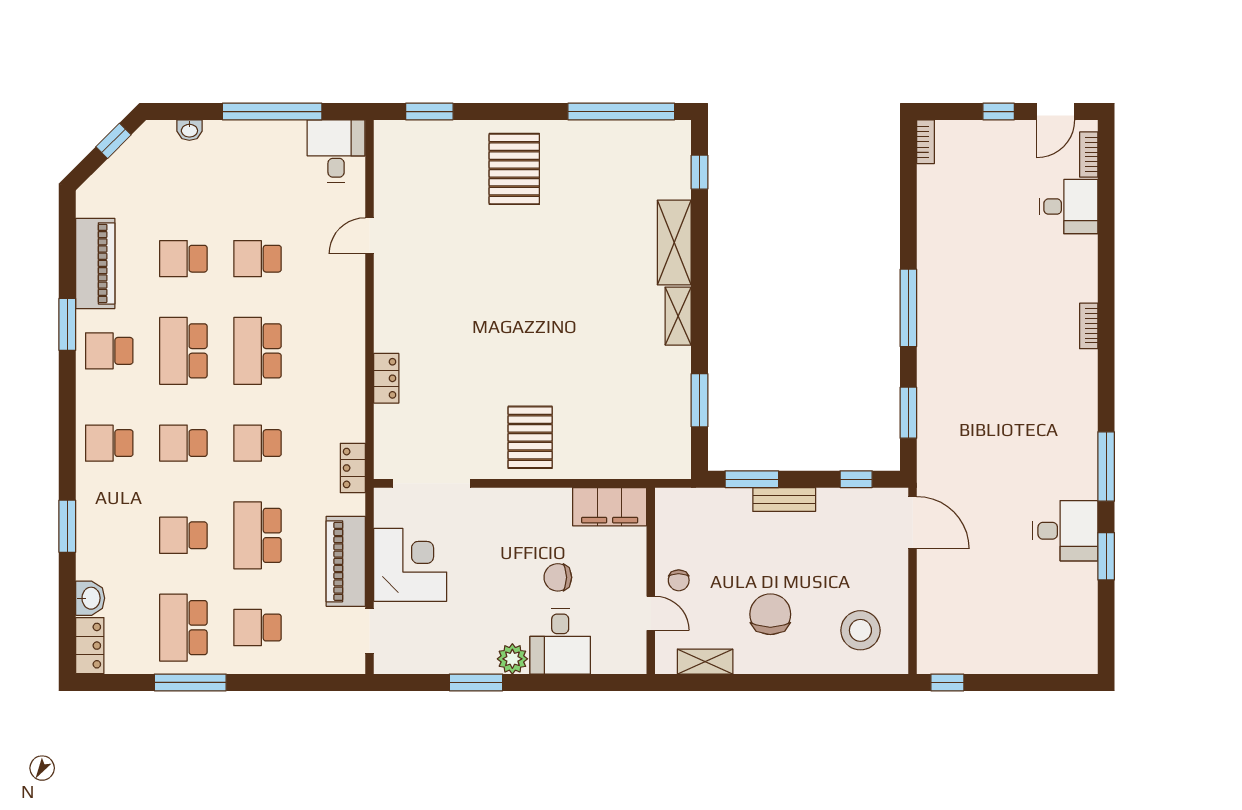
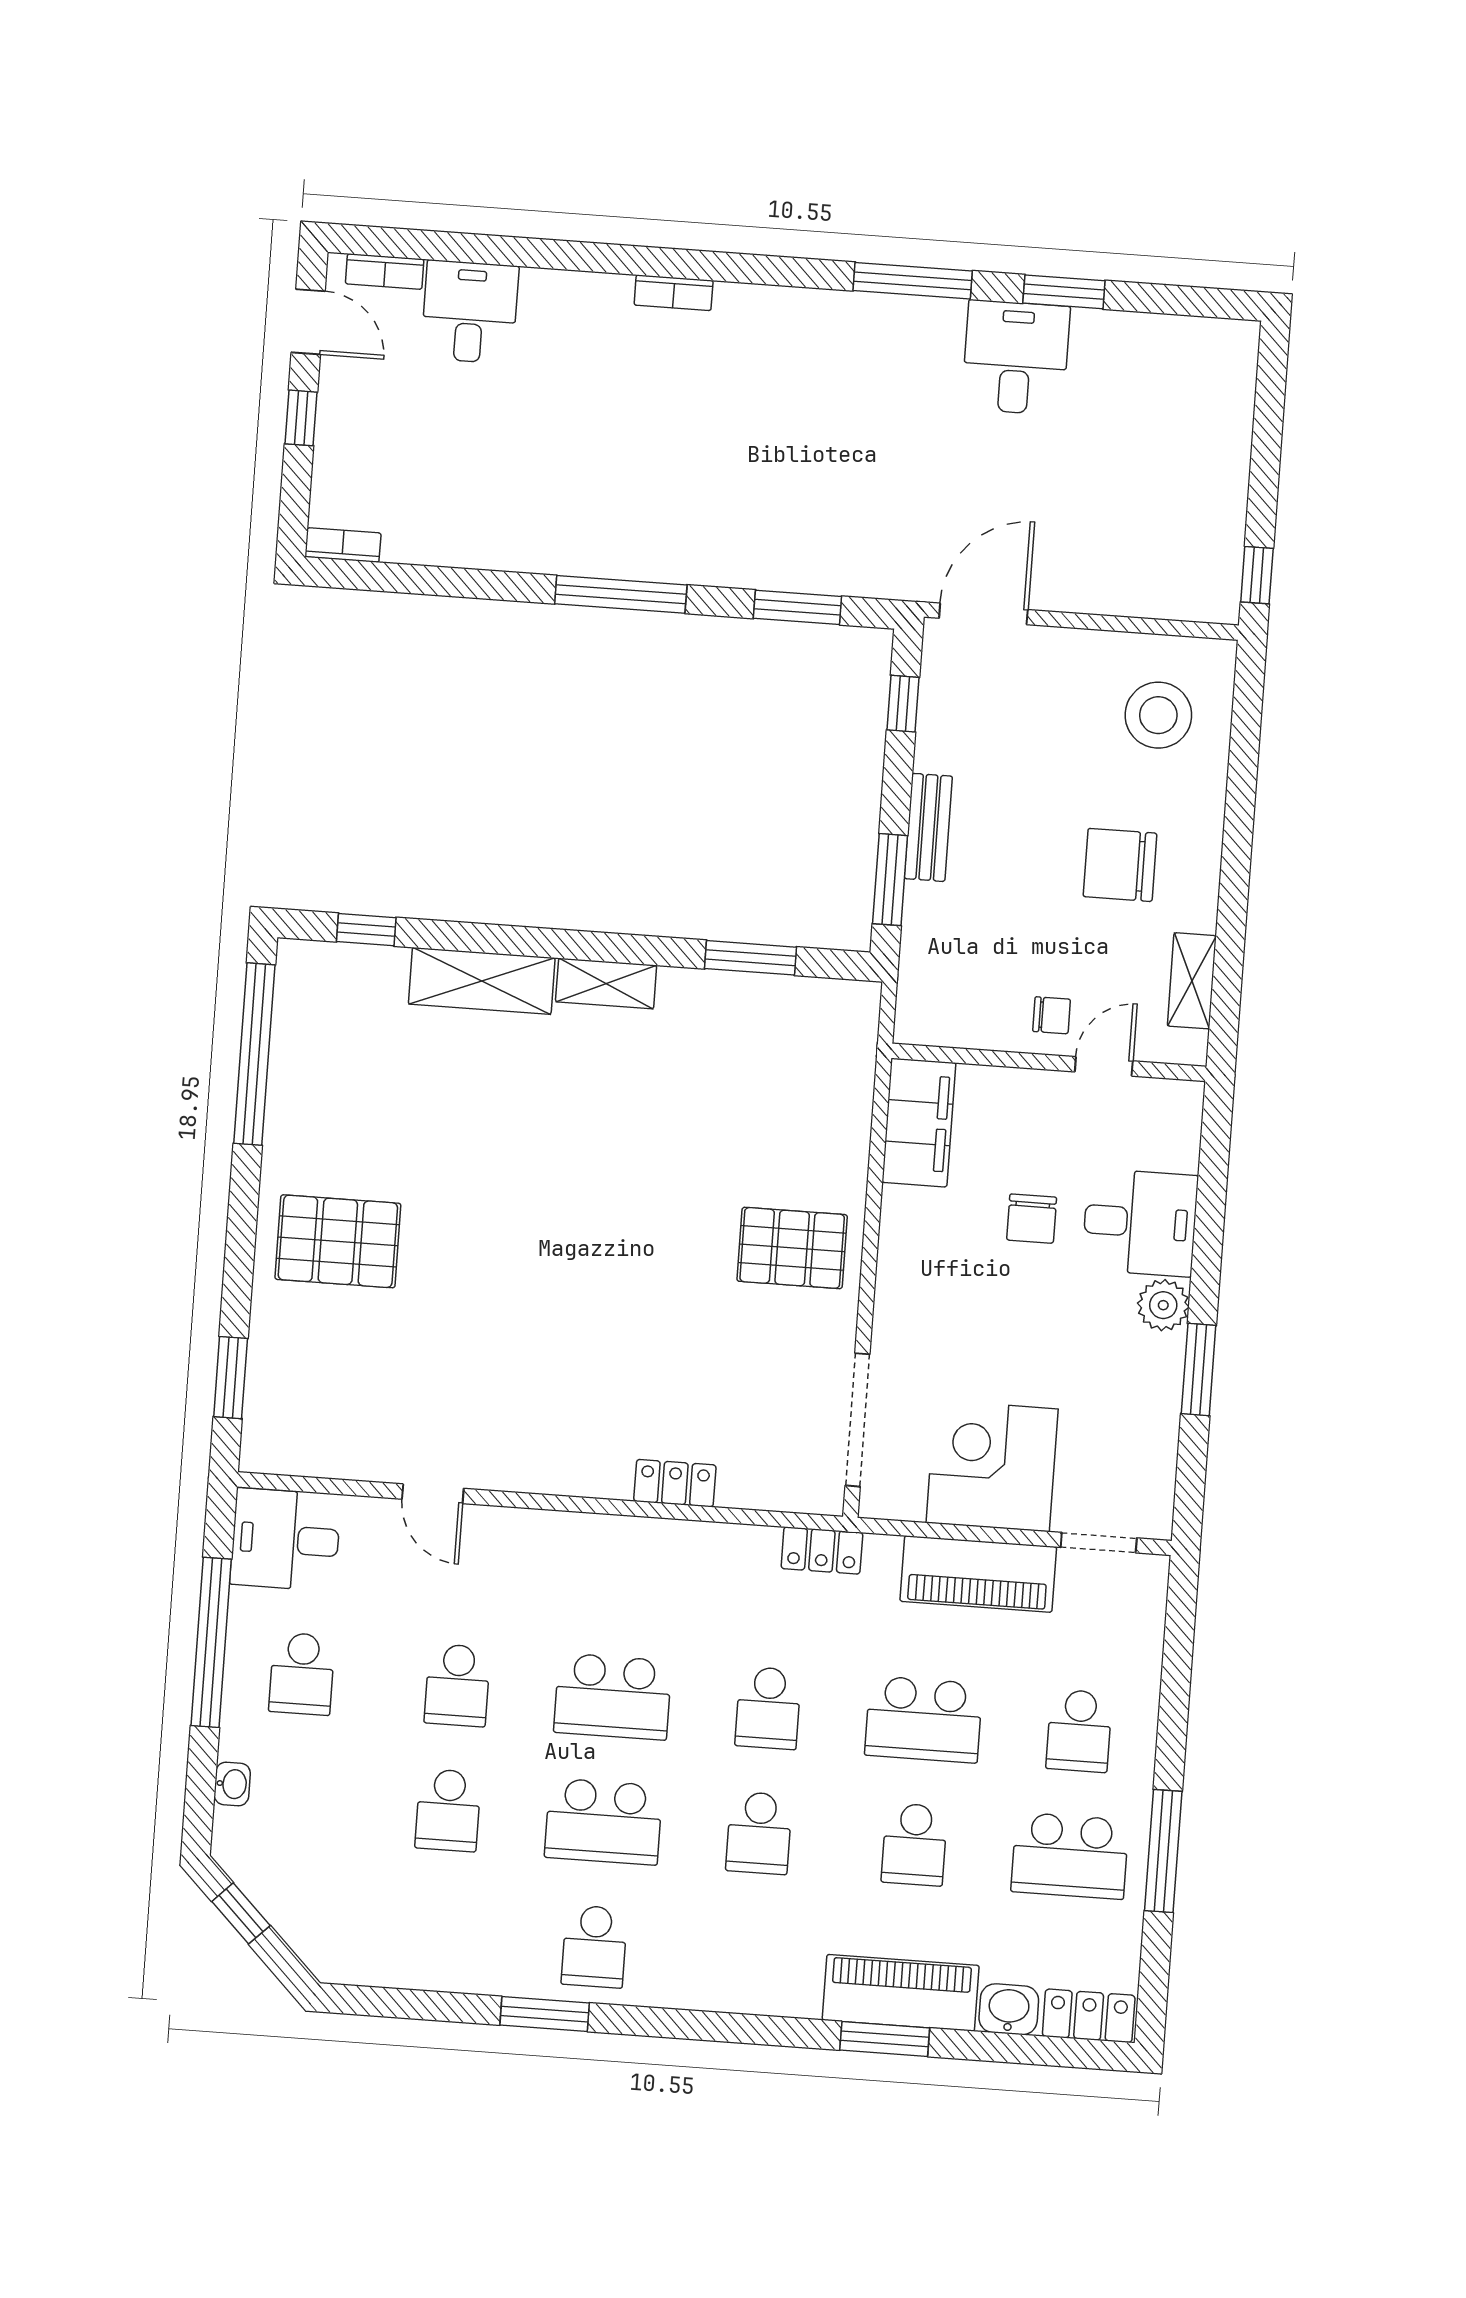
piano: (95, 263) -> (901, 1993), moved
school desk: (109, 443) -> (302, 1674), moved

